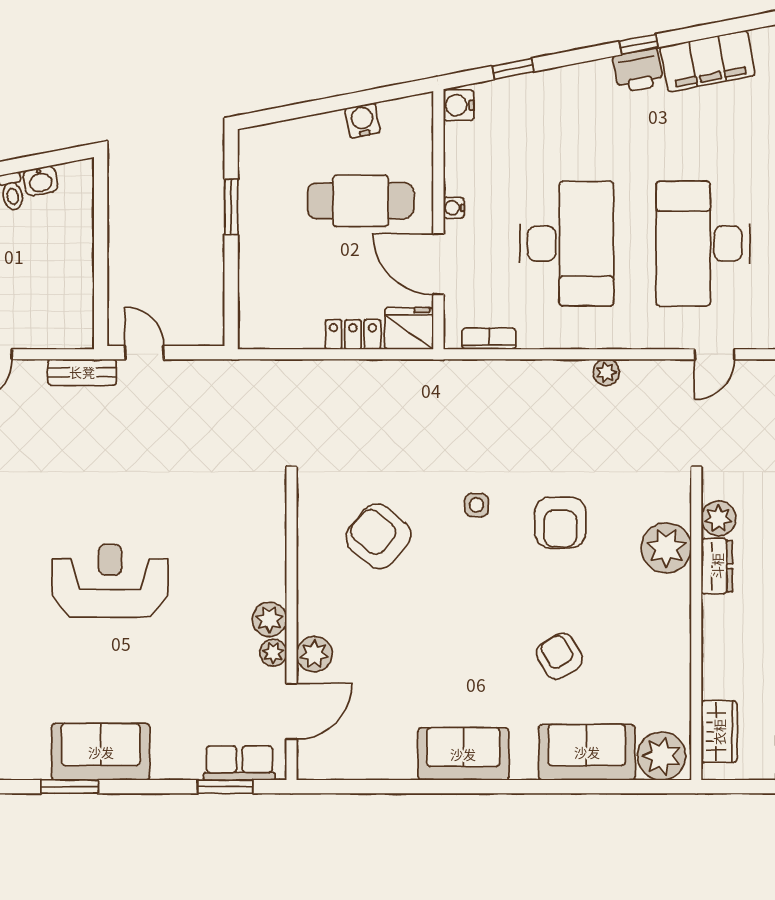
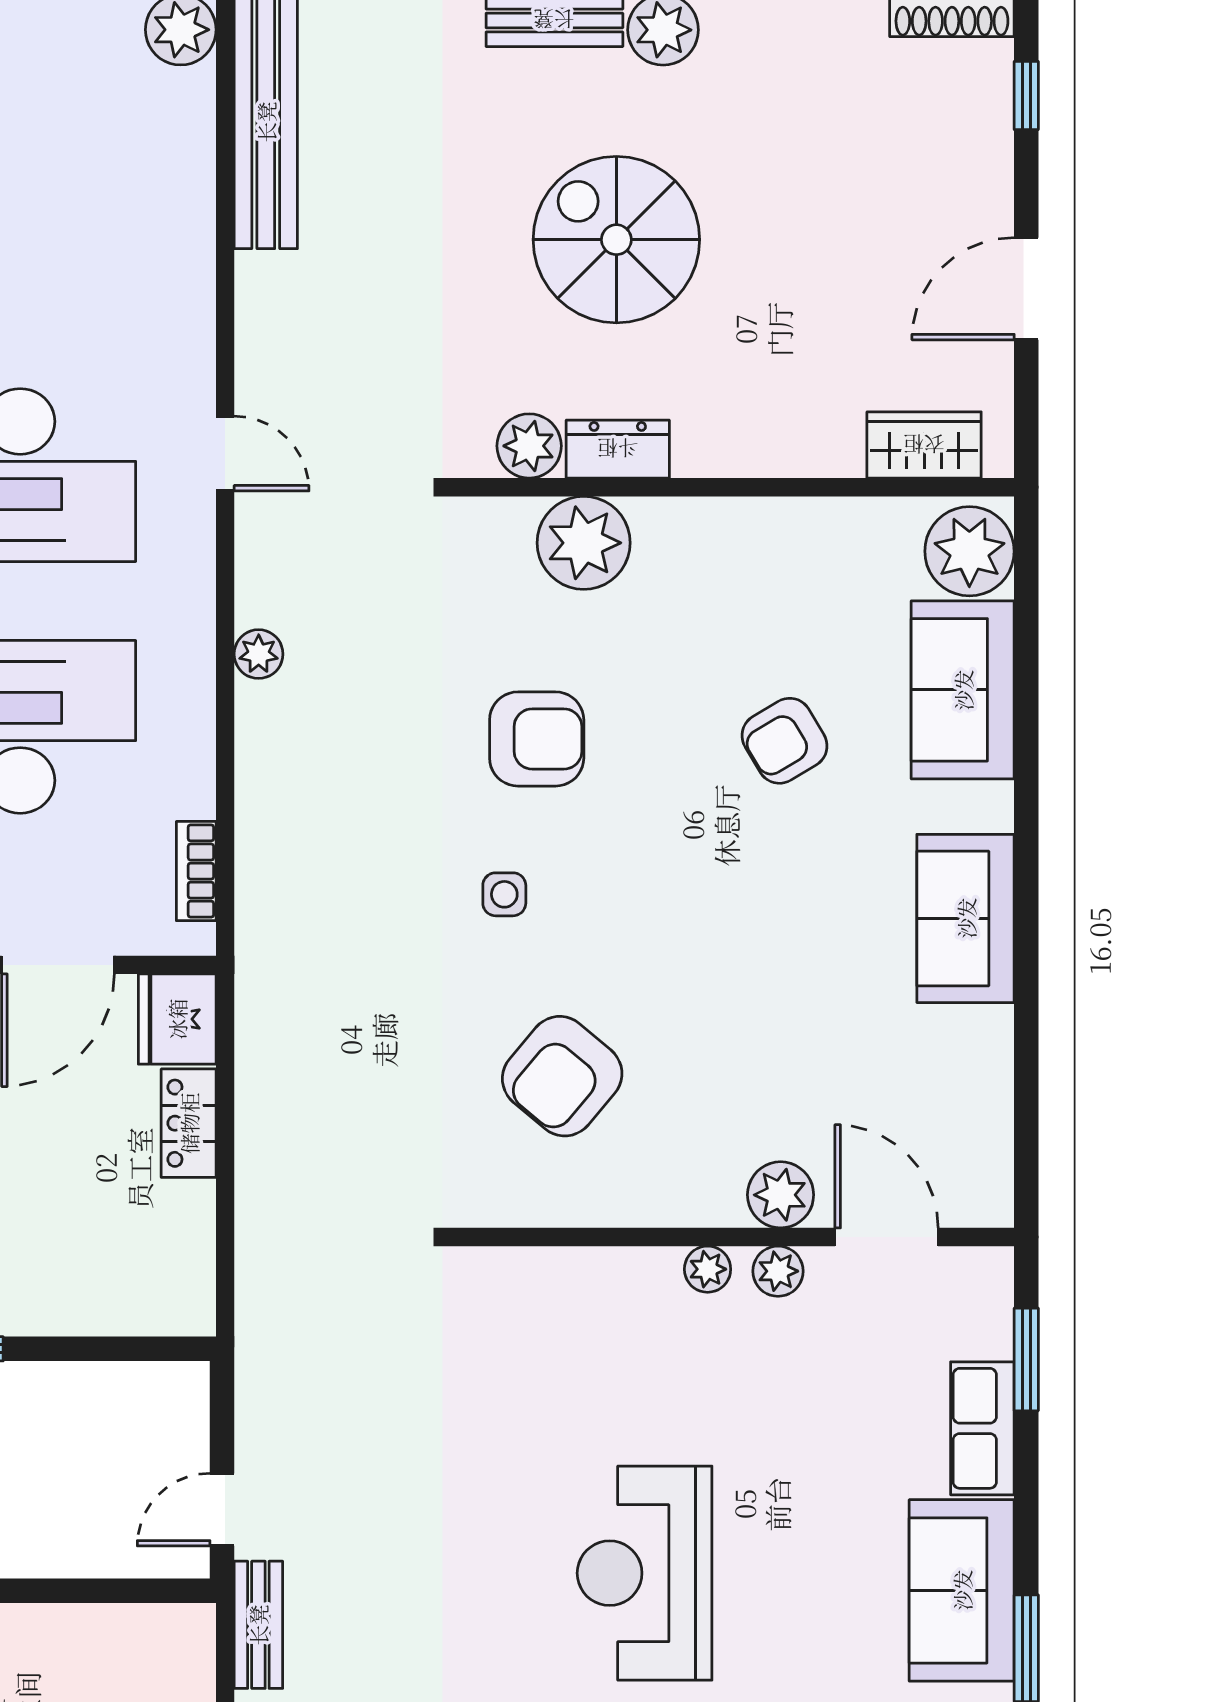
plant: (269, 619) -> (708, 1269), width x0.73, depth x0.73
row of seats: (239, 763) -> (982, 1428), moved

